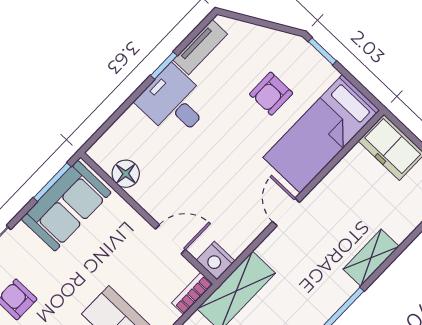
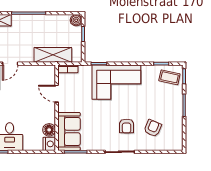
sofa: (66, 206) -> (69, 131), moved, turned 90
nightstand: (216, 261) -> (49, 144), moved

